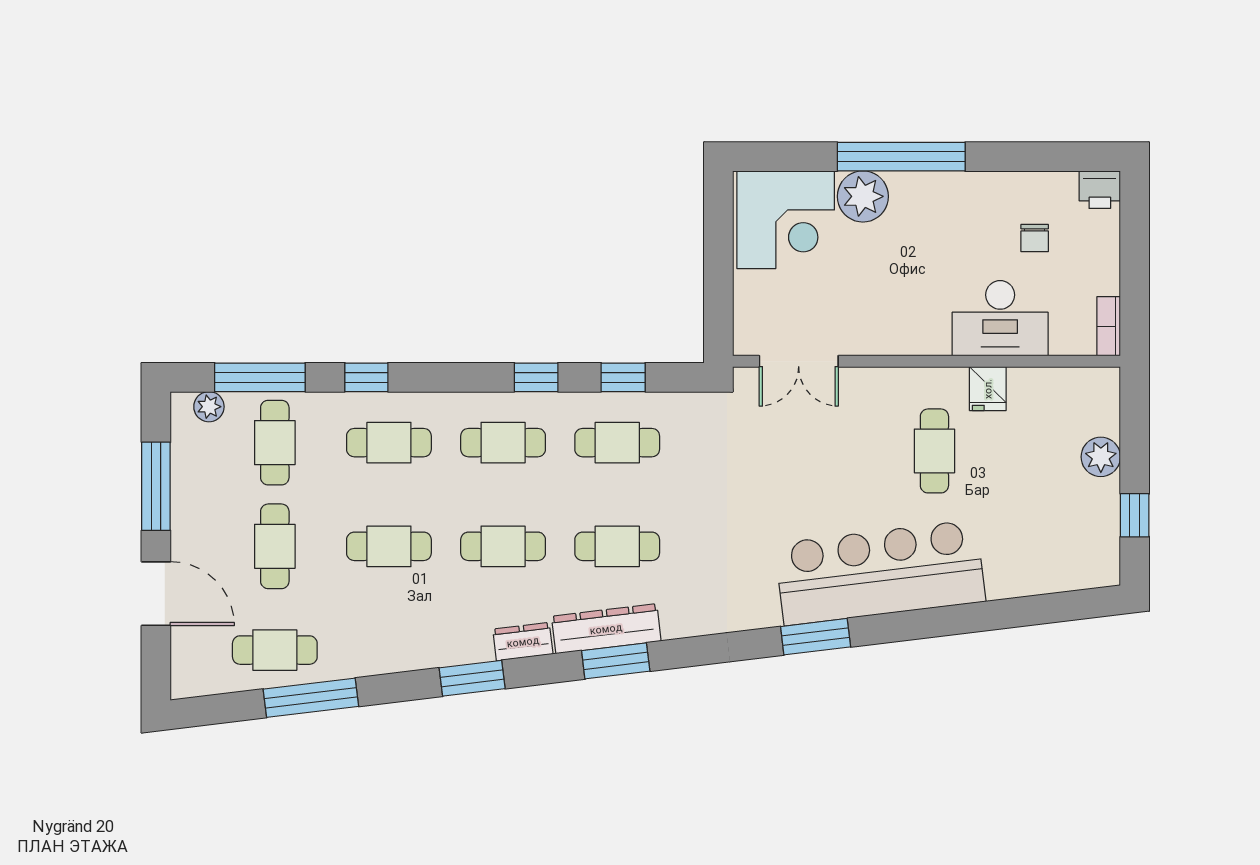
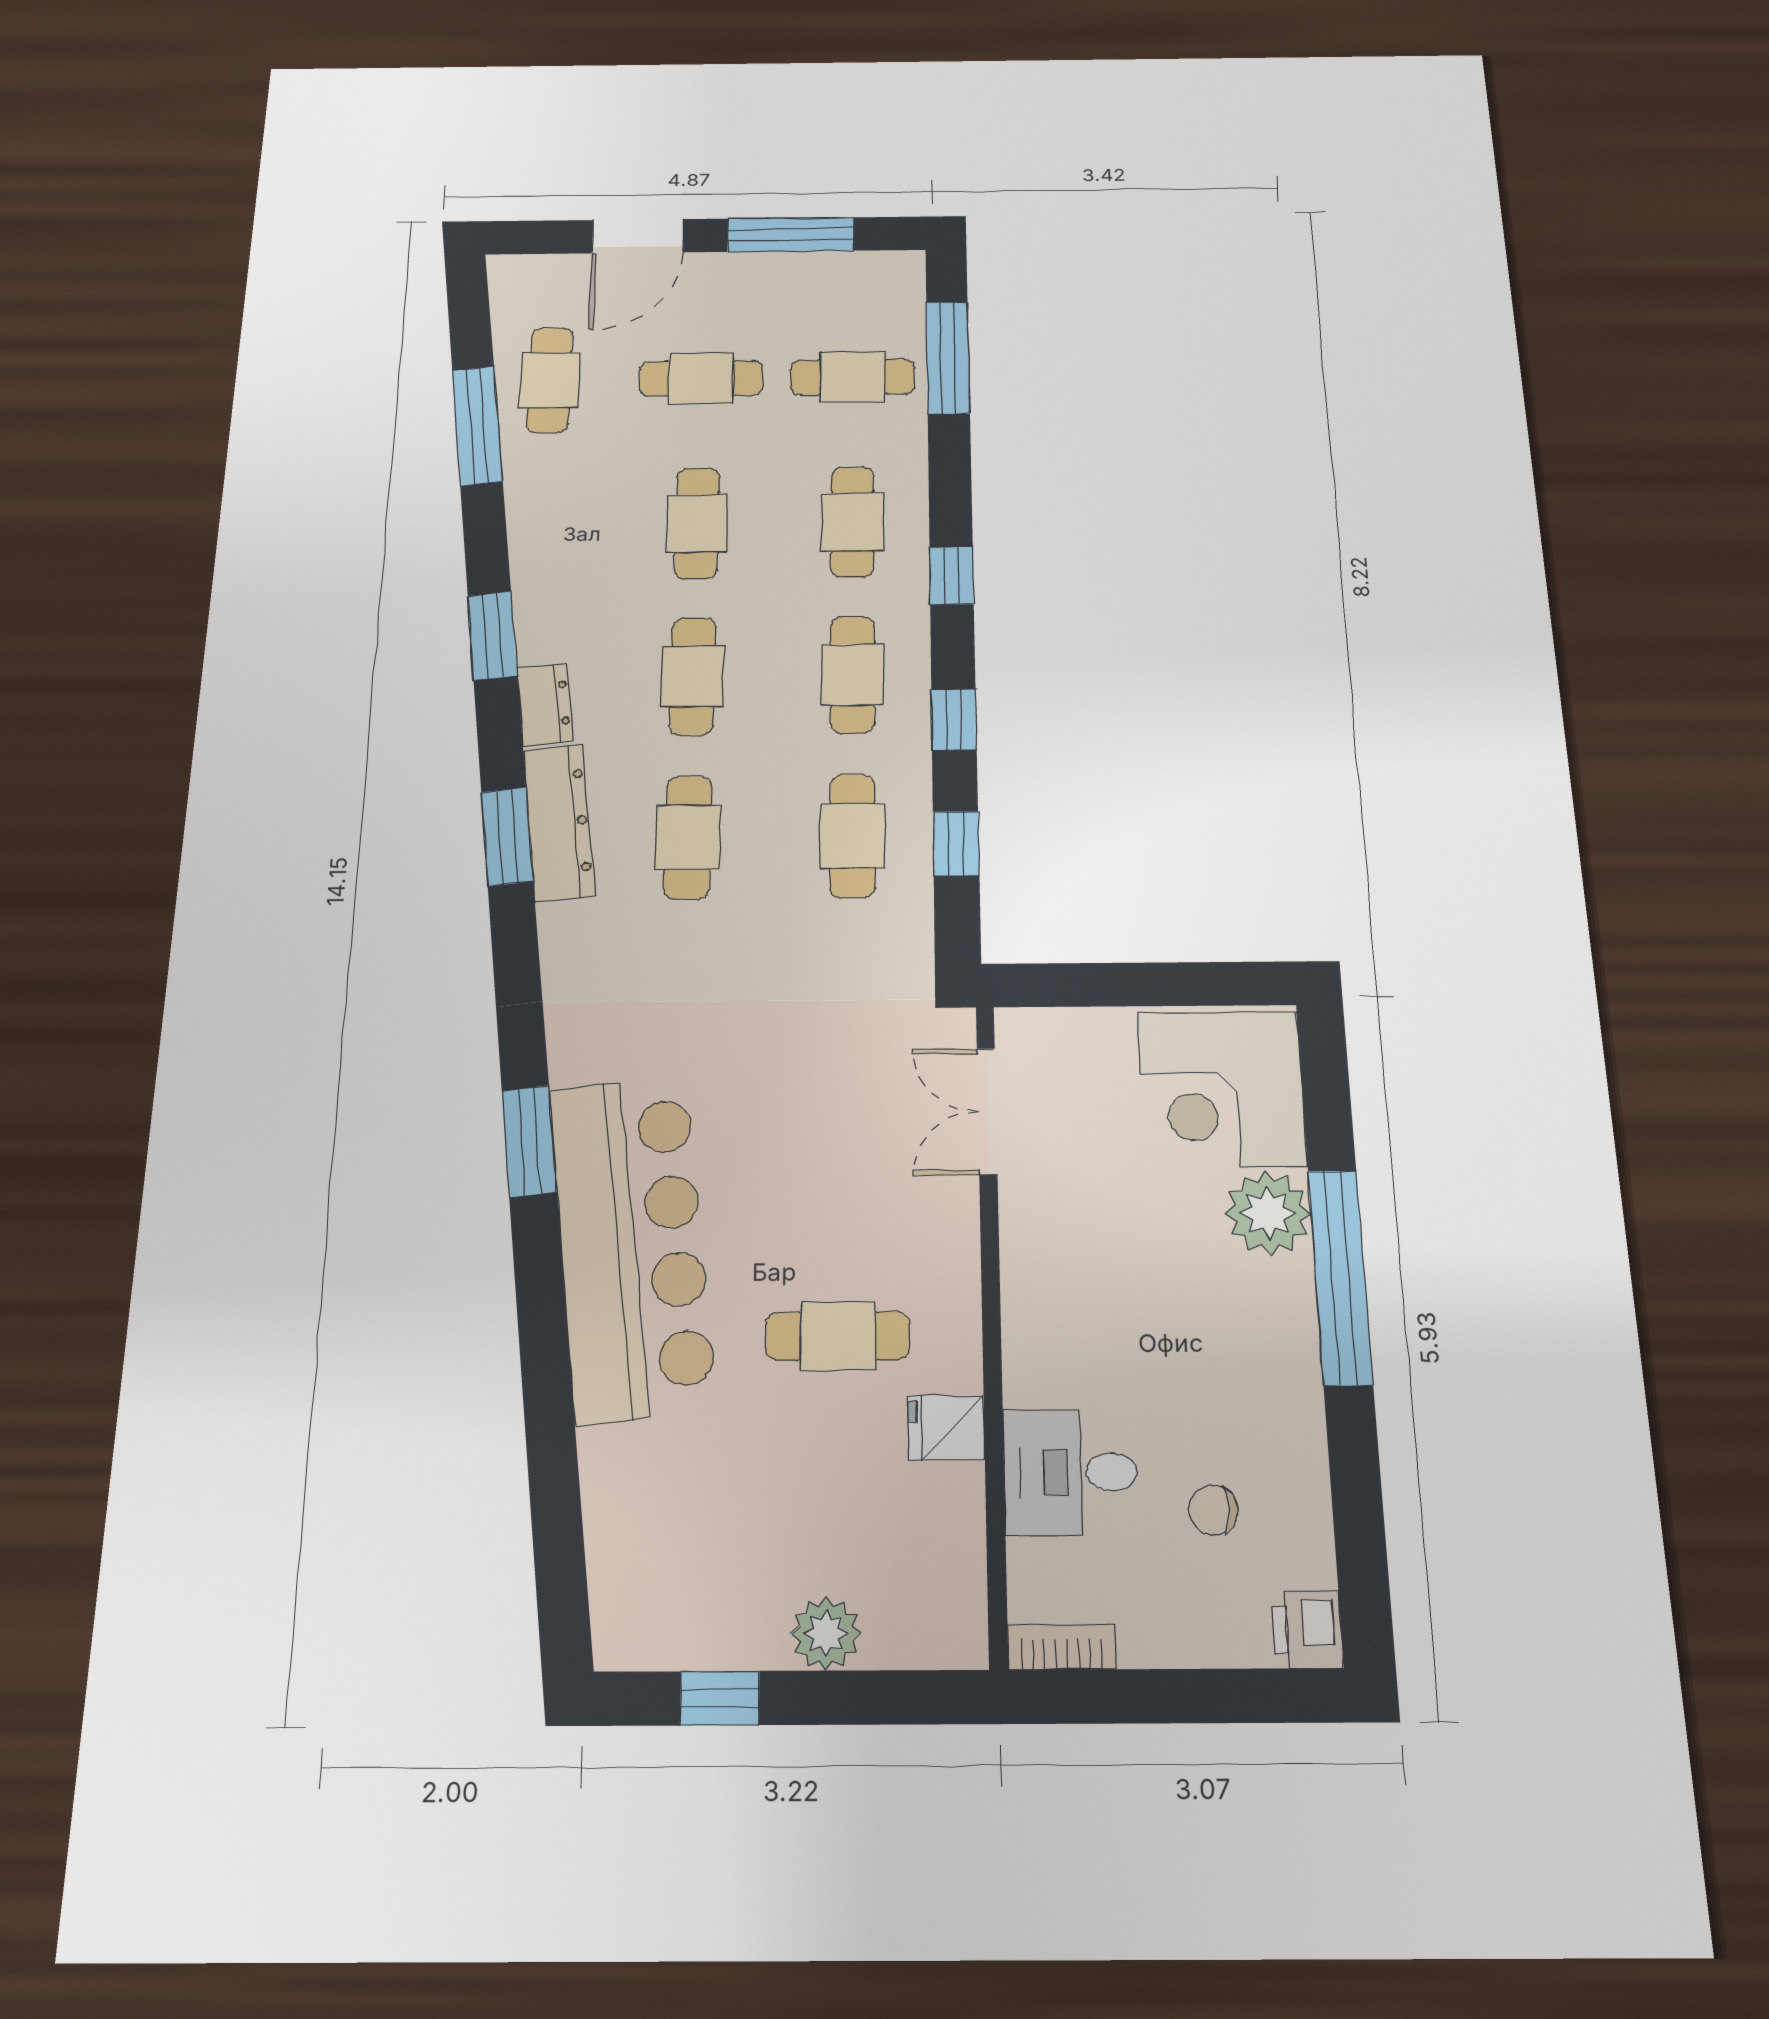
desk: (1000, 318) -> (1070, 1472), width x0.73
window: (366, 377) -> (952, 576), moved
plant: (209, 407) -> (904, 296), removed

